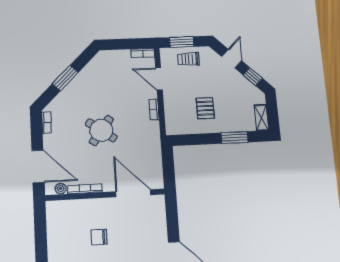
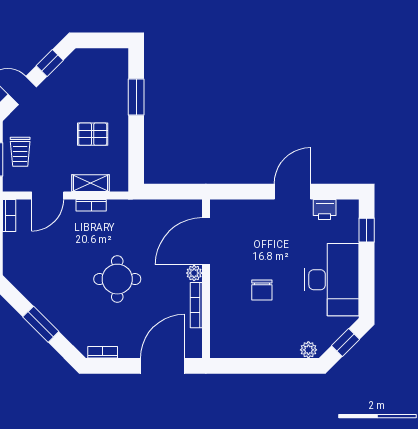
shelving: (261, 118) -> (90, 183), moved
round table: (101, 130) -> (117, 279), turned -36
plant: (61, 189) -> (194, 273), moved

